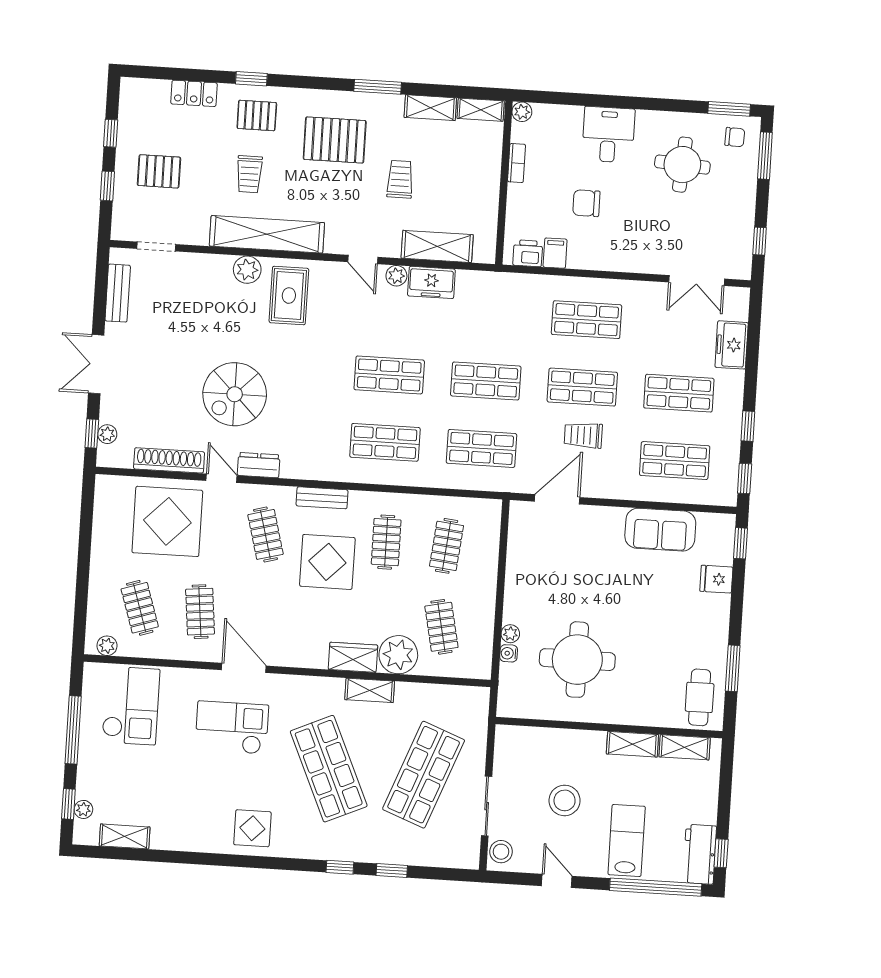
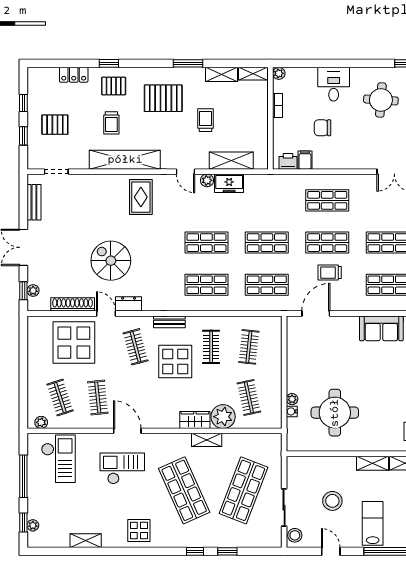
plant: (247, 270) -> (114, 183), removed
spiral stairs: (235, 394) -> (111, 261), turned 90
shelving: (125, 836) -> (86, 541), moved

